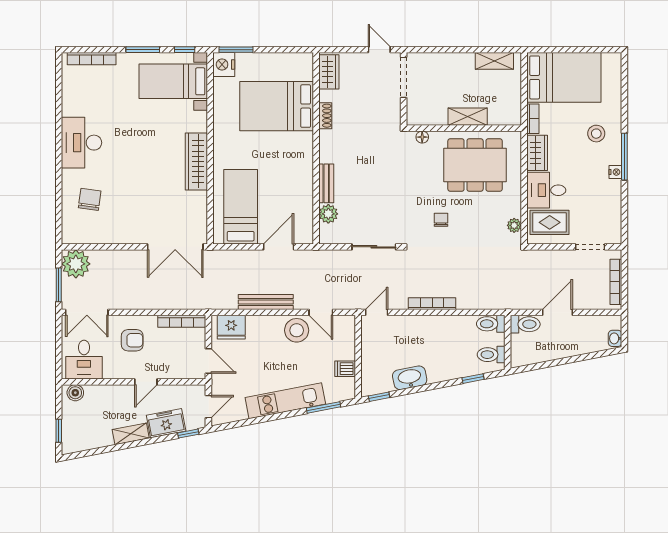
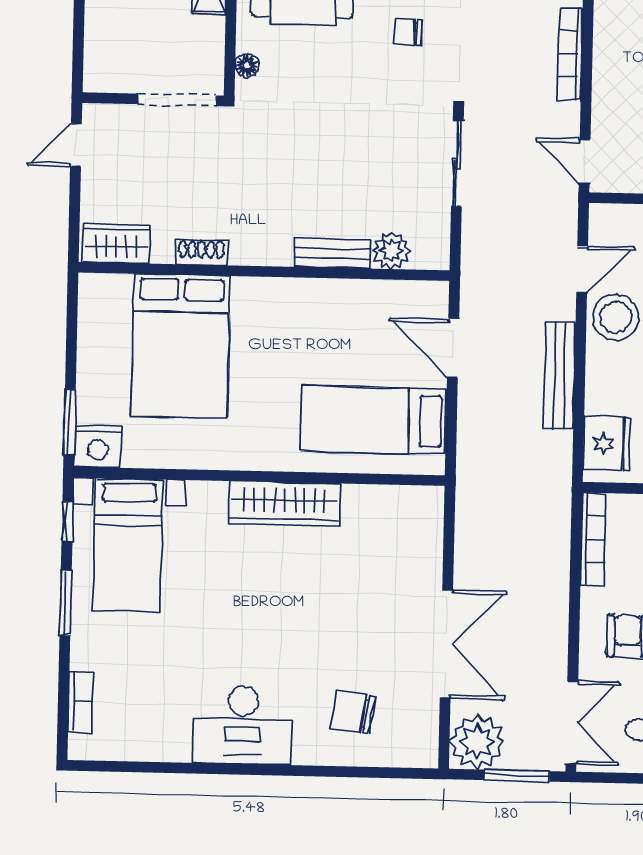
bookcase: (92, 59) -> (81, 702), width x0.64
doorway: (404, 77) -> (177, 100), moved
double door: (175, 247) -> (446, 644), moved

